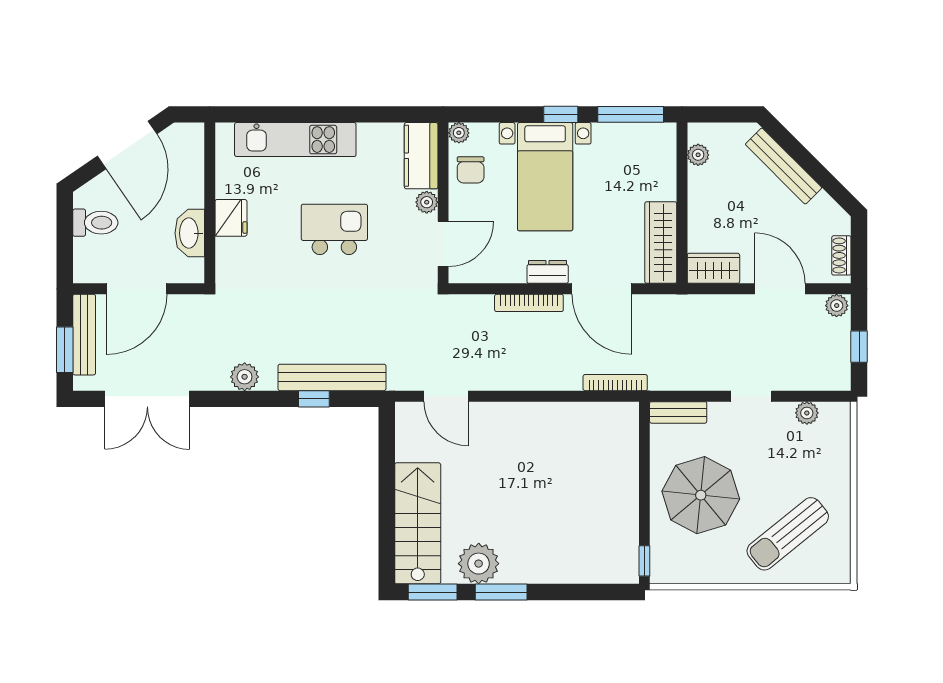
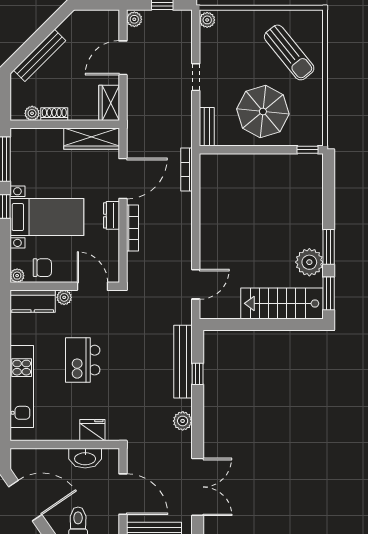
fridge: (231, 218) -> (92, 430), moved
shoe rack: (841, 255) -> (54, 114), moved, turned 180
plant: (807, 413) -> (207, 20), moved

